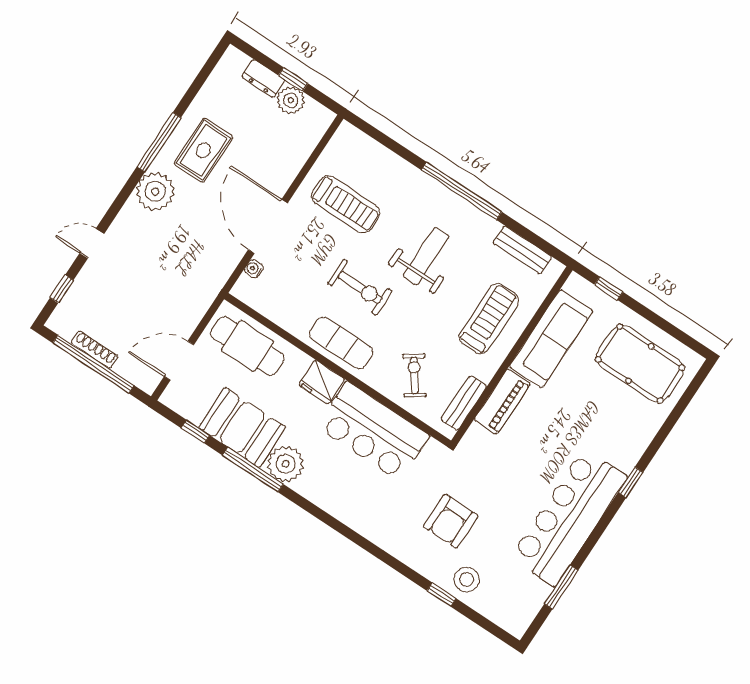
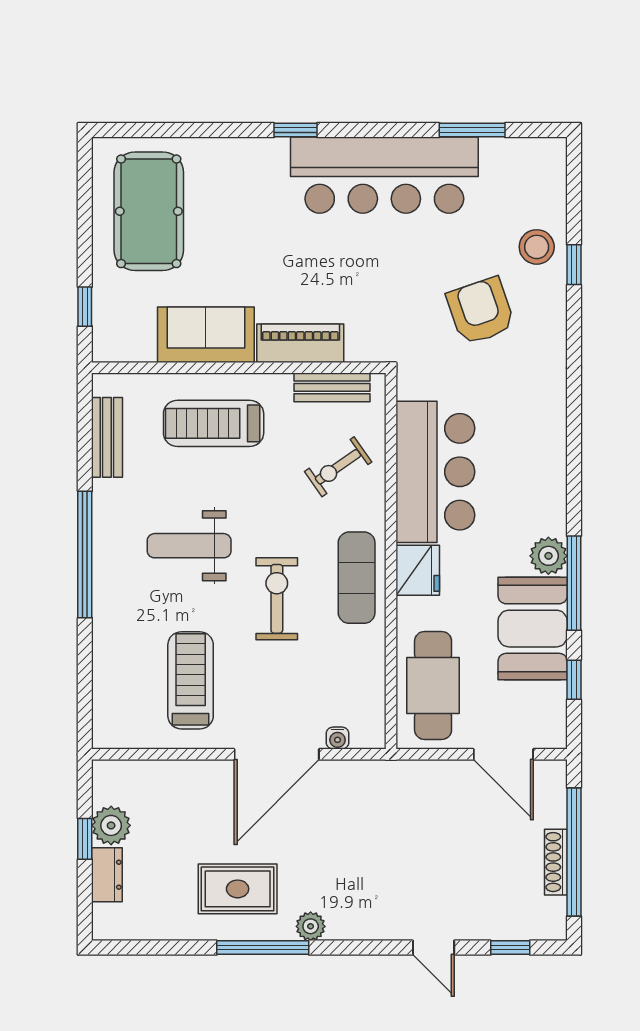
plant: (155, 191) -> (311, 926), width x0.53, depth x0.53
sofa: (551, 339) -> (206, 335), width x0.73
plant: (286, 464) -> (548, 556), width x0.73, depth x0.73
armchair: (451, 521) -> (481, 311), turned -109

